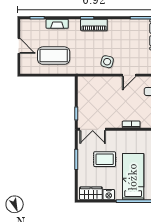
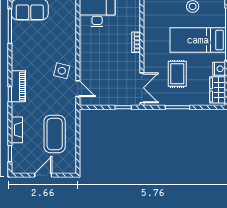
door: (129, 75) -> (78, 89), moved

